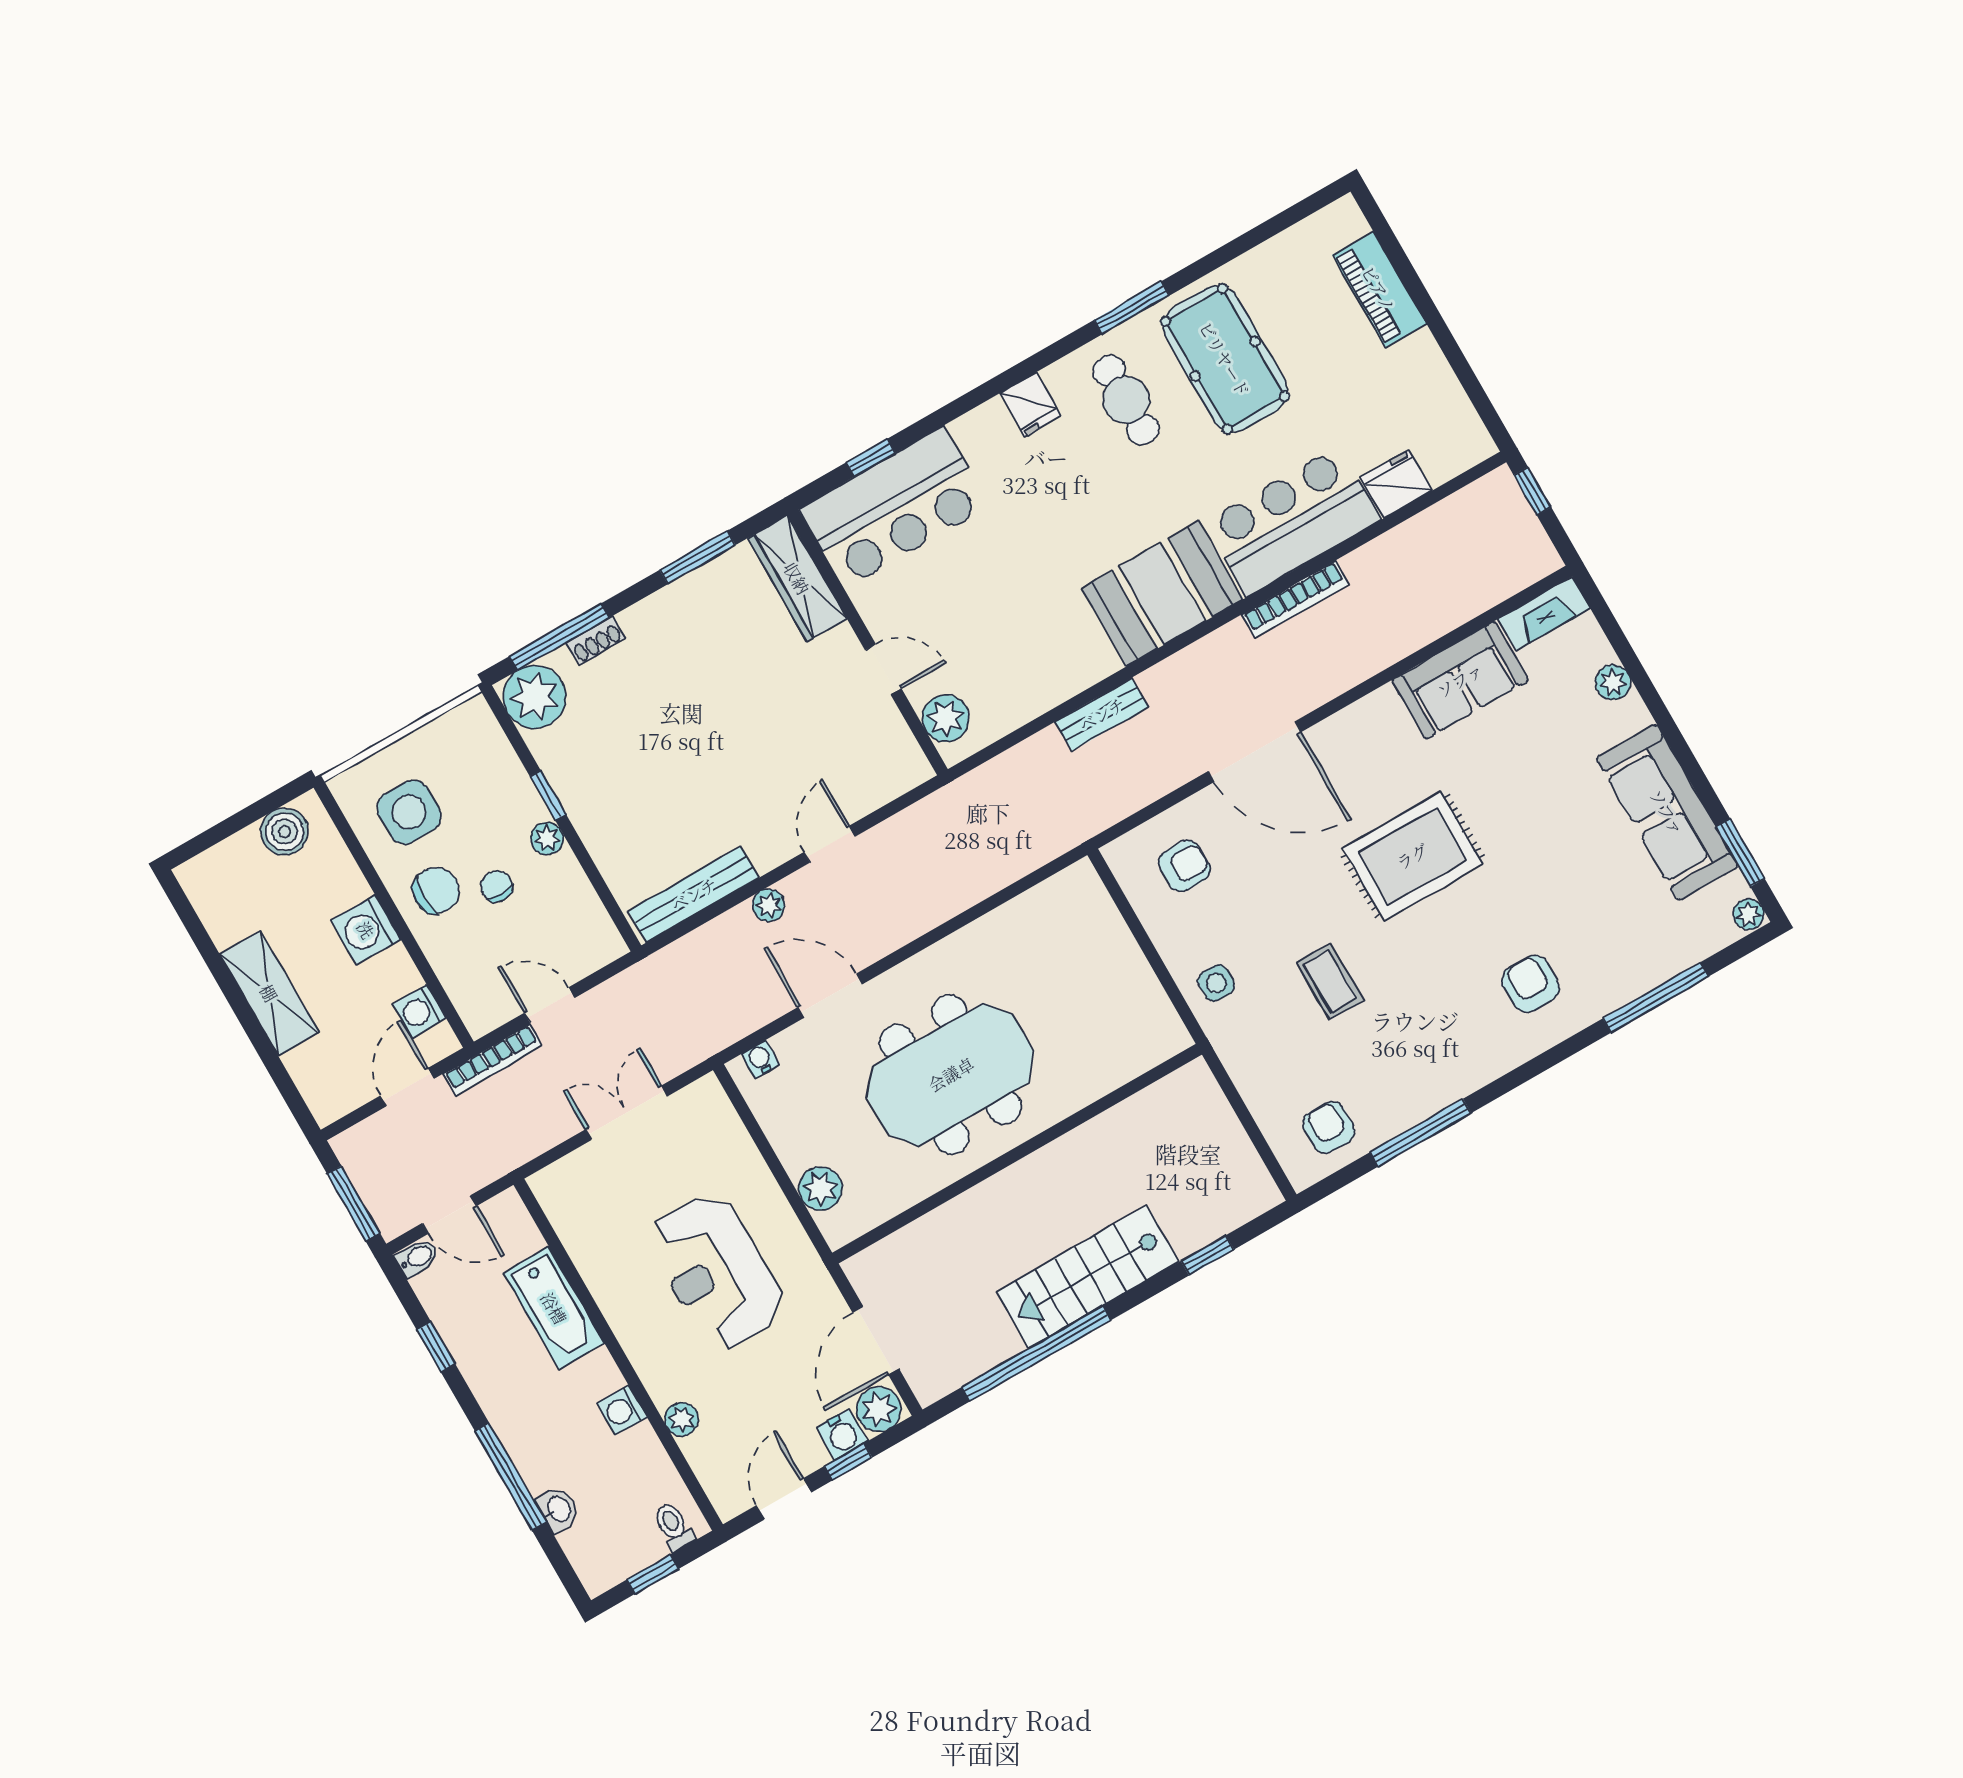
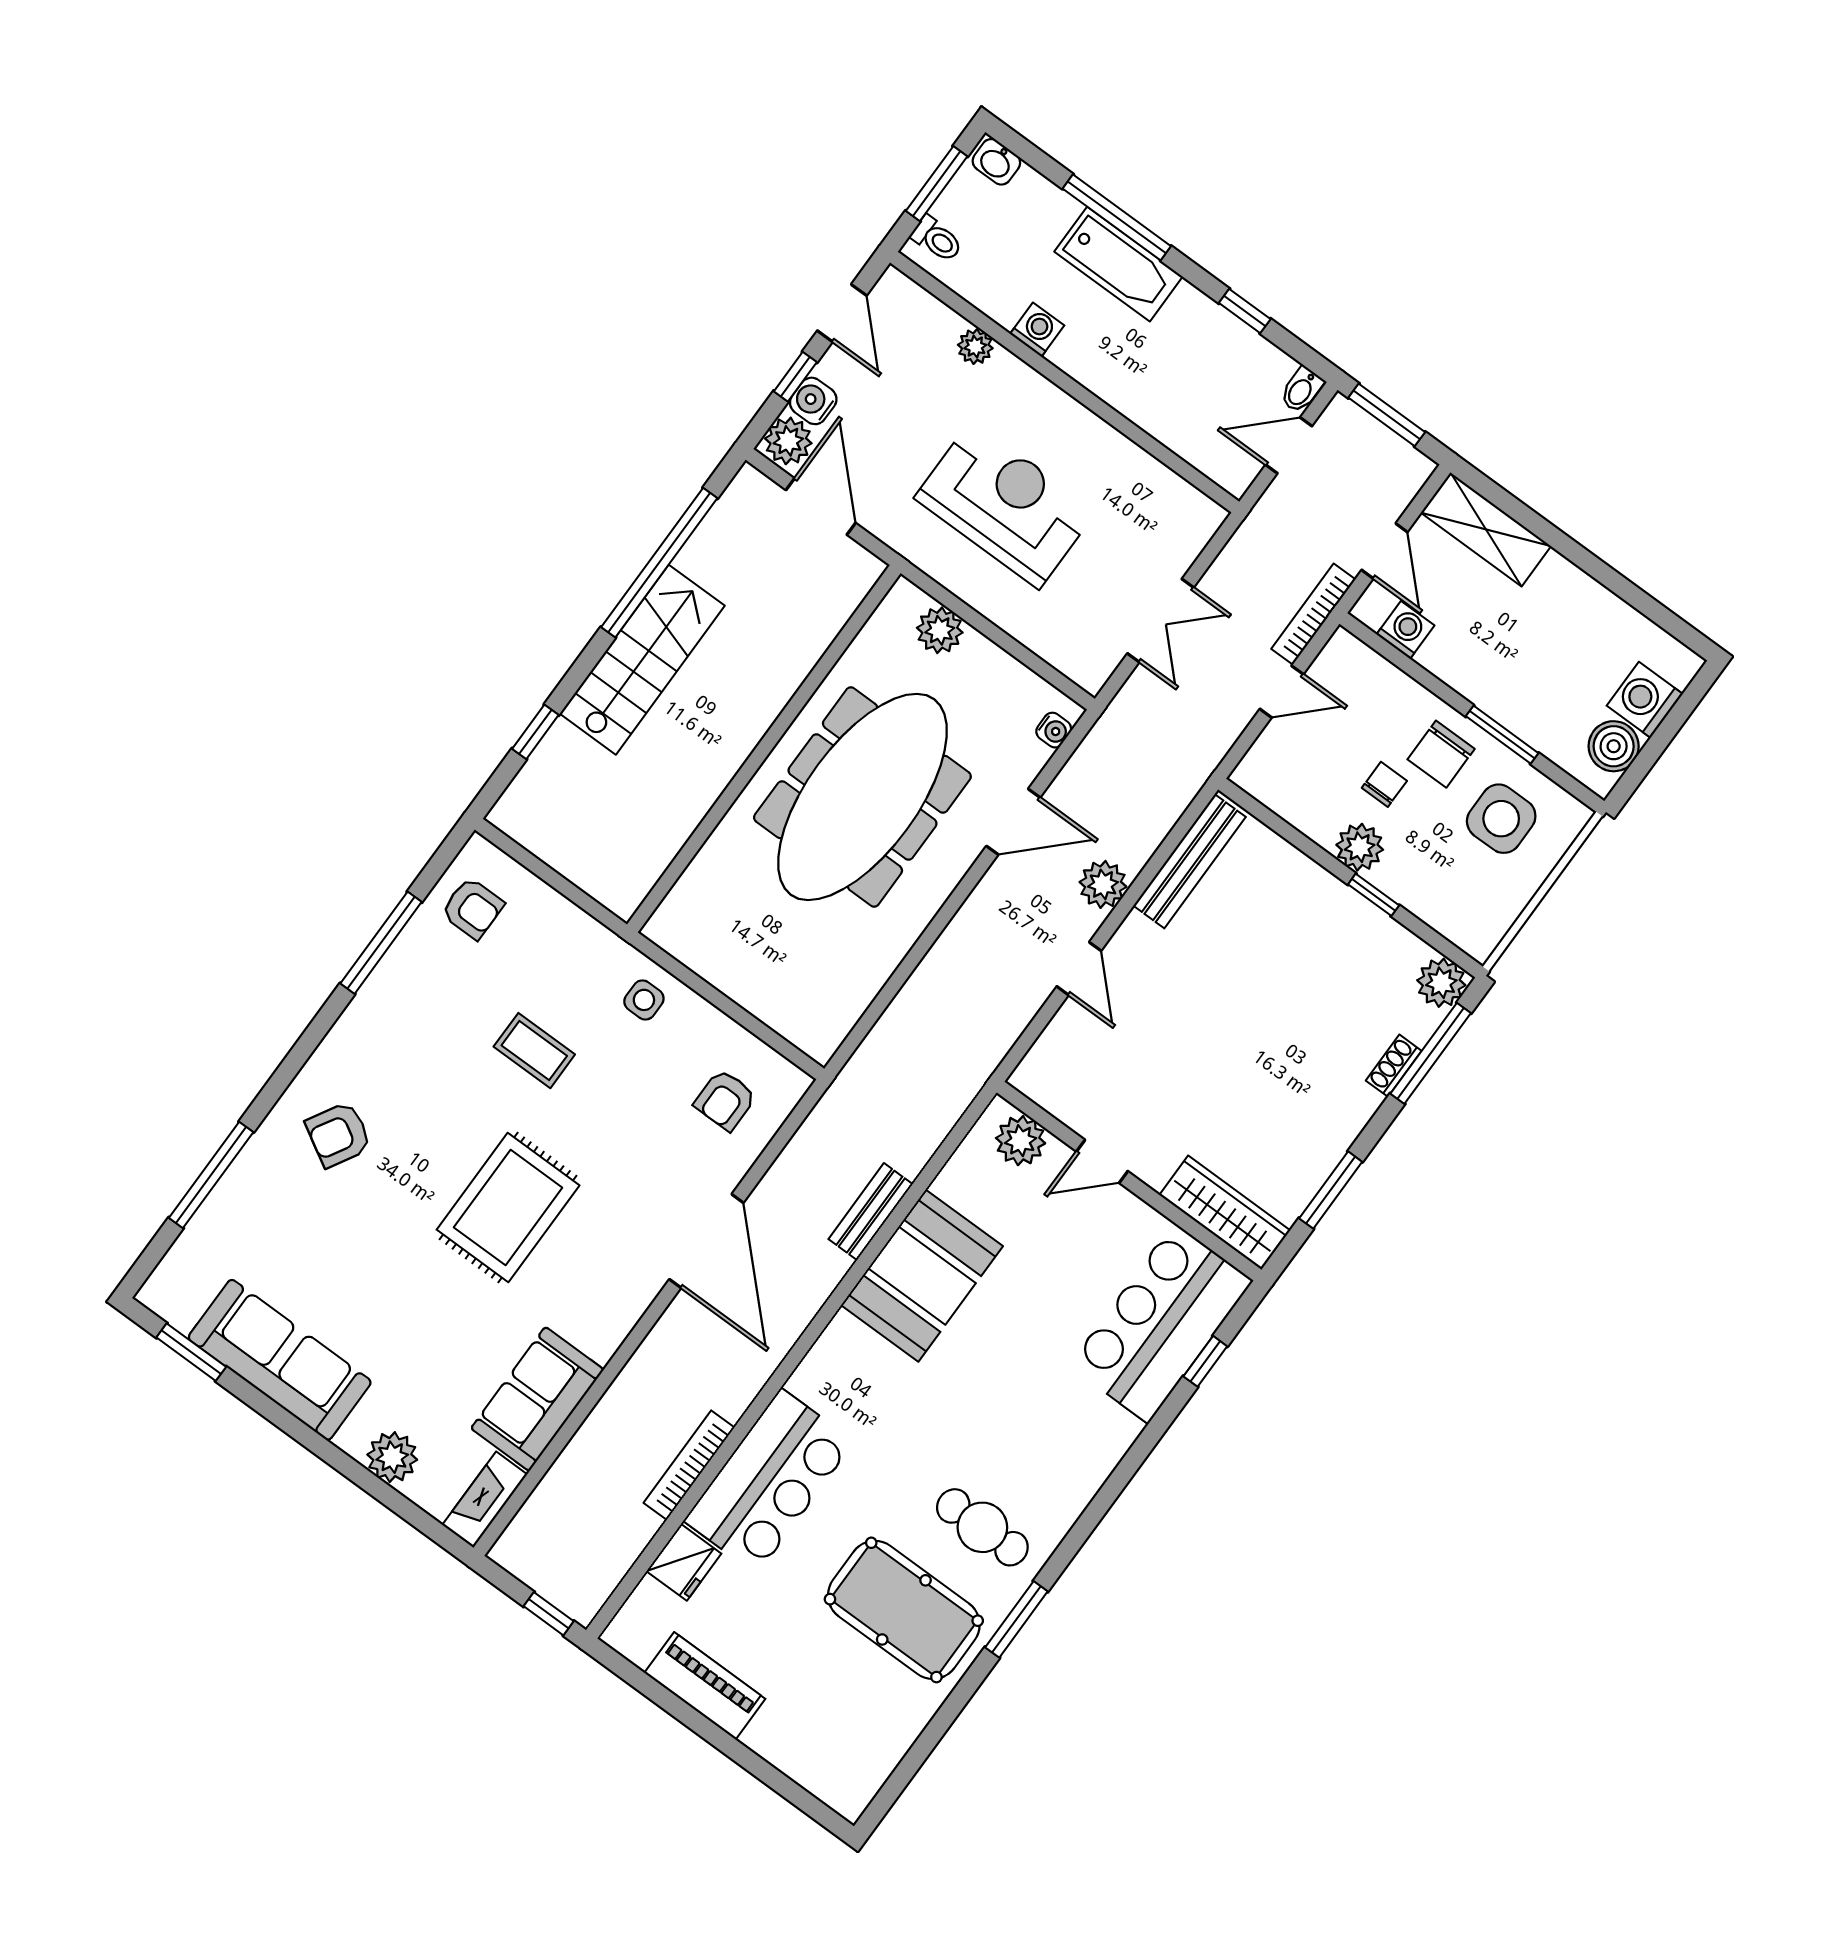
piano: (1379, 289) -> (705, 1686), moved
fridge: (1031, 405) -> (1073, 1482), removed
booth: (1162, 594) -> (922, 1276), moved
bookcase: (1295, 599) -> (689, 1465), moved
plant: (1613, 682) -> (392, 1457), width x1.38, depth x1.38
plant: (535, 697) -> (1441, 983), width x0.73, depth x0.73
door: (1254, 752) -> (706, 1241), swing flipped
plant: (547, 839) -> (1360, 847), width x1.38, depth x1.38
window: (376, 884) -> (1502, 735), added
chair: (496, 886) -> (1384, 784), turned -90
plant: (769, 905) -> (1103, 884), width x1.38, depth x1.38
plant: (1749, 914) -> (157, 1296), removed
washing machine: (366, 930) -> (1645, 700), moved, turned -90
armchair: (1530, 984) -> (338, 1135), turned 120
shelving: (269, 993) -> (1486, 529), moved
meeting table: (951, 1074) -> (862, 797), width x1.36
bathtub: (554, 1308) -> (1118, 264), moved, turned 180
washbasin: (558, 1509) -> (996, 162), moved
window: (653, 1574) -> (937, 184), width x1.50

